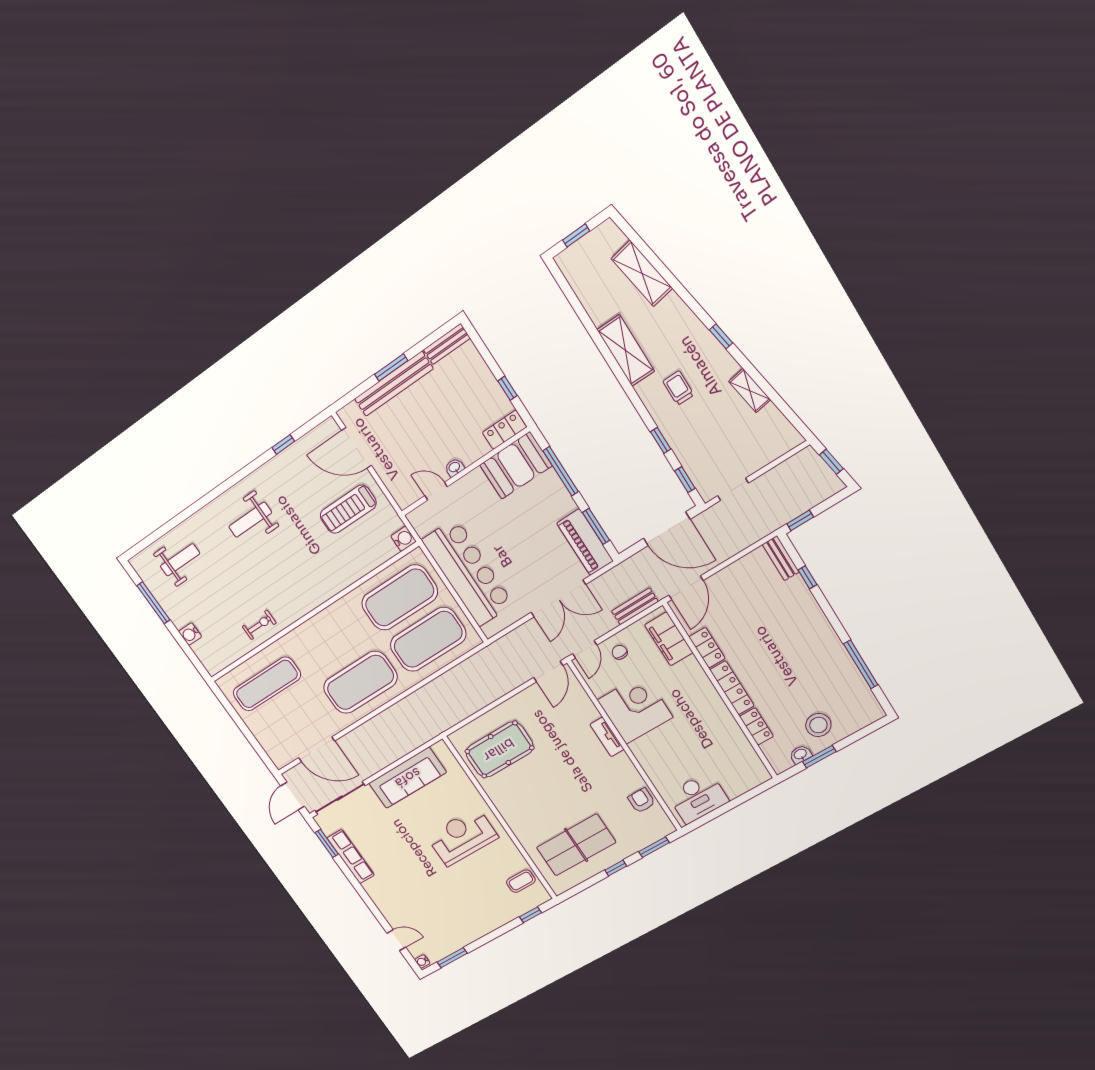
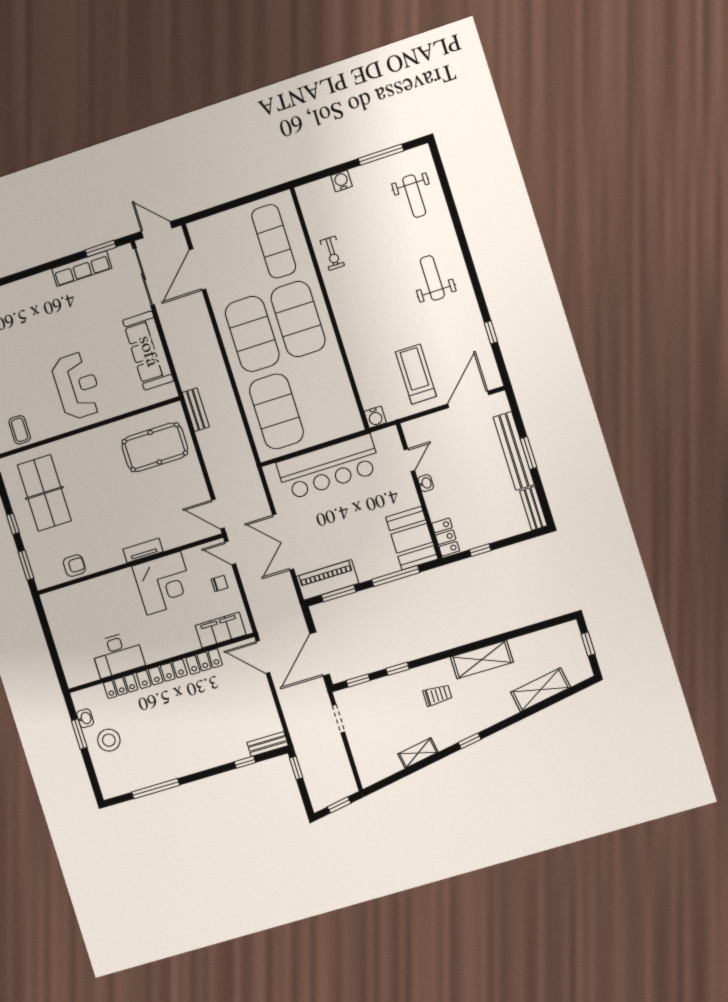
exercise mat: (400, 598) -> (298, 319), moved
bench: (635, 606) -> (196, 410), moved
pool table: (499, 750) -> (155, 447), turned 90
desk: (698, 798) -> (118, 654), moved, turned -90

